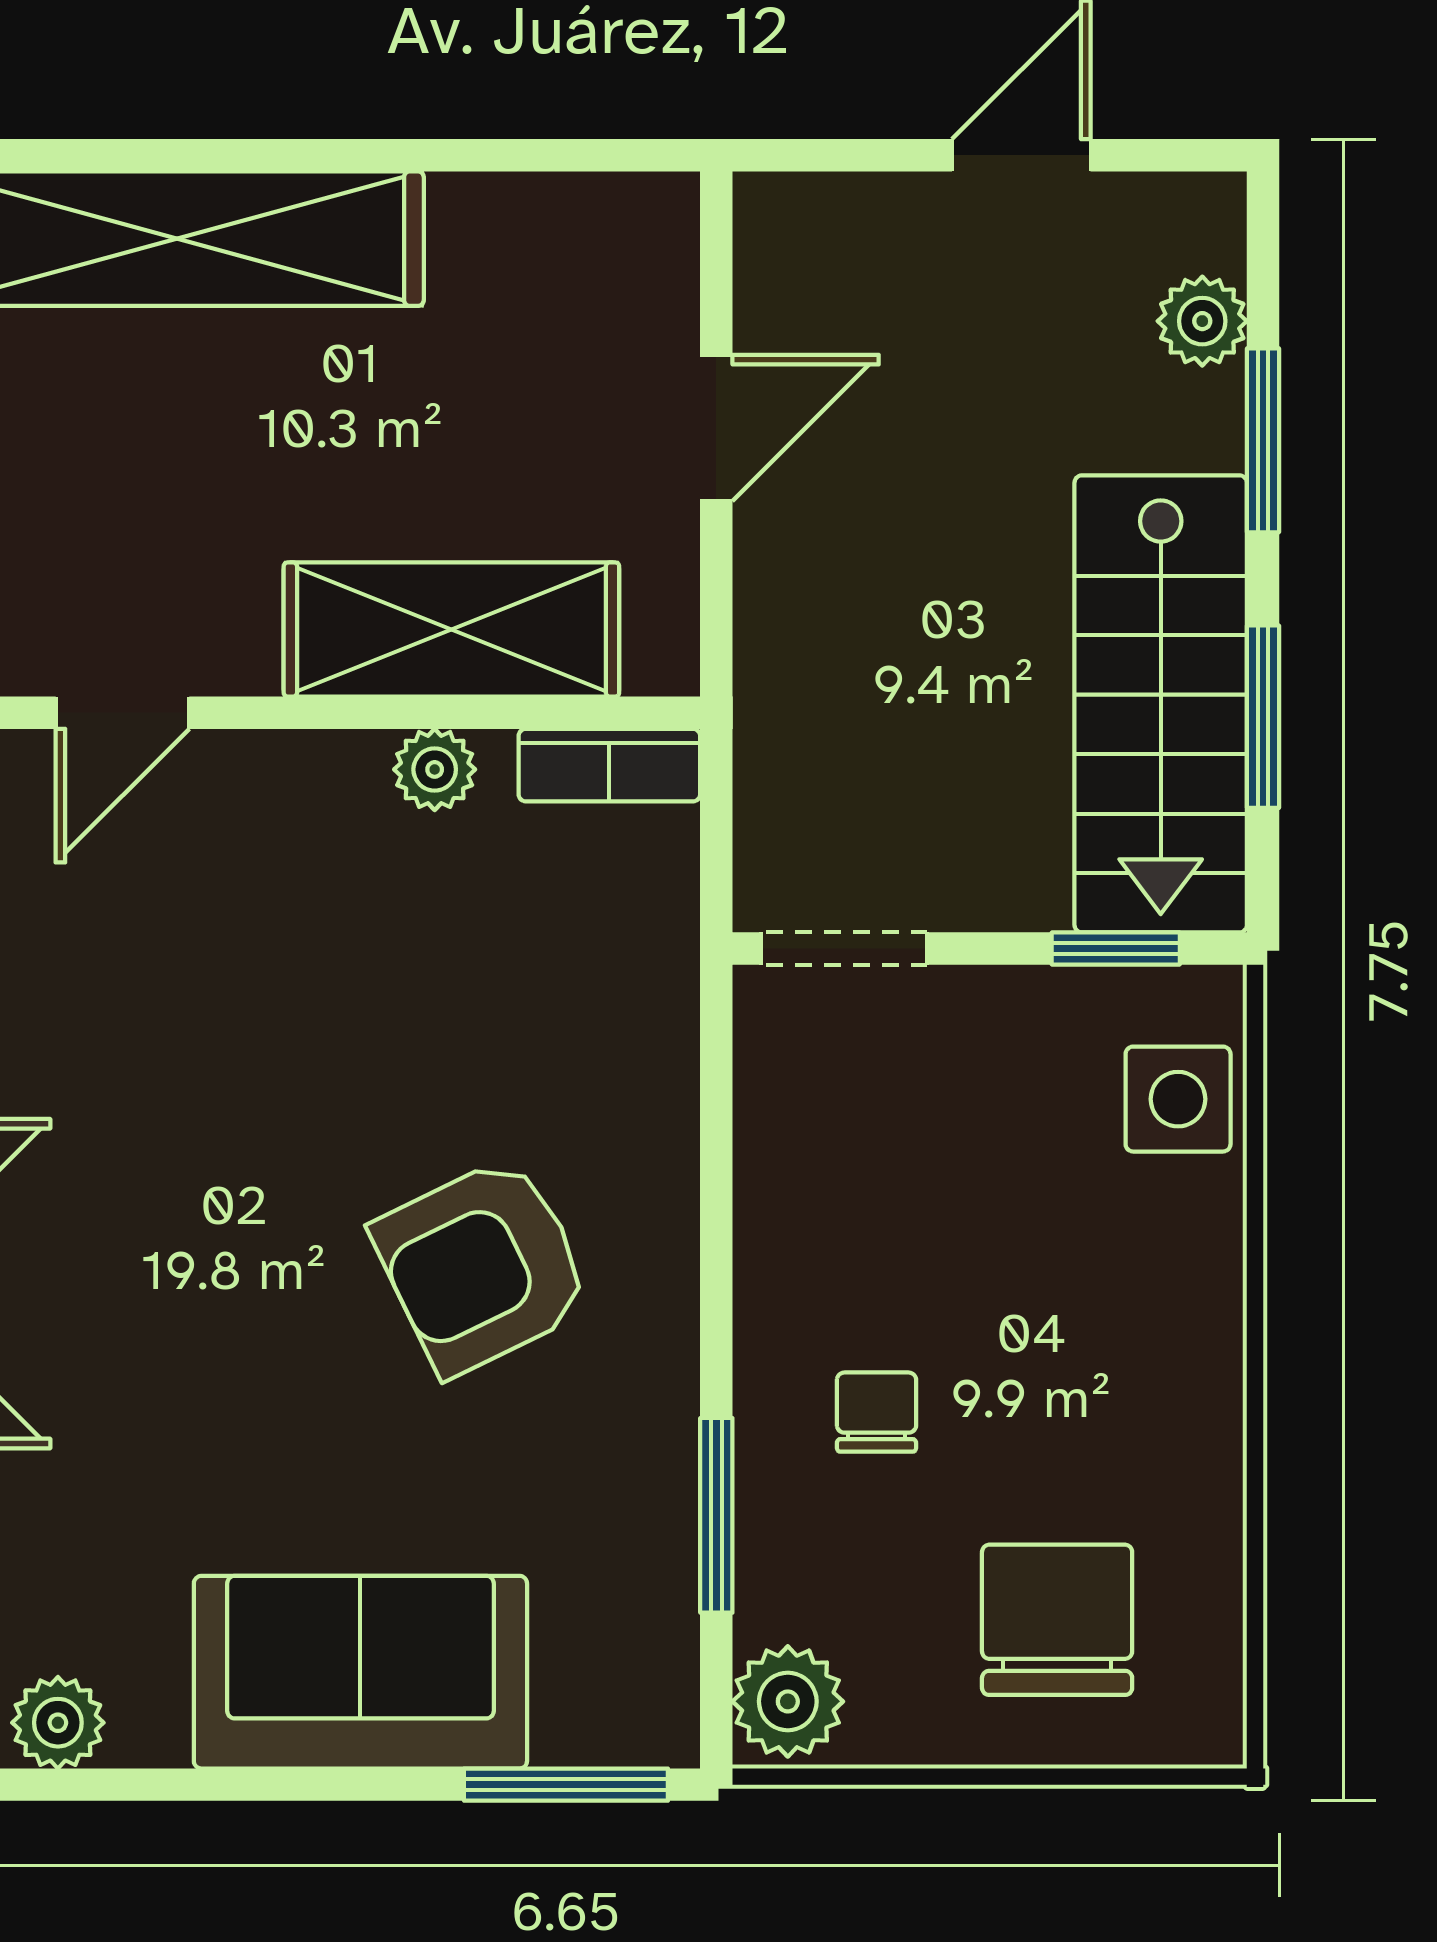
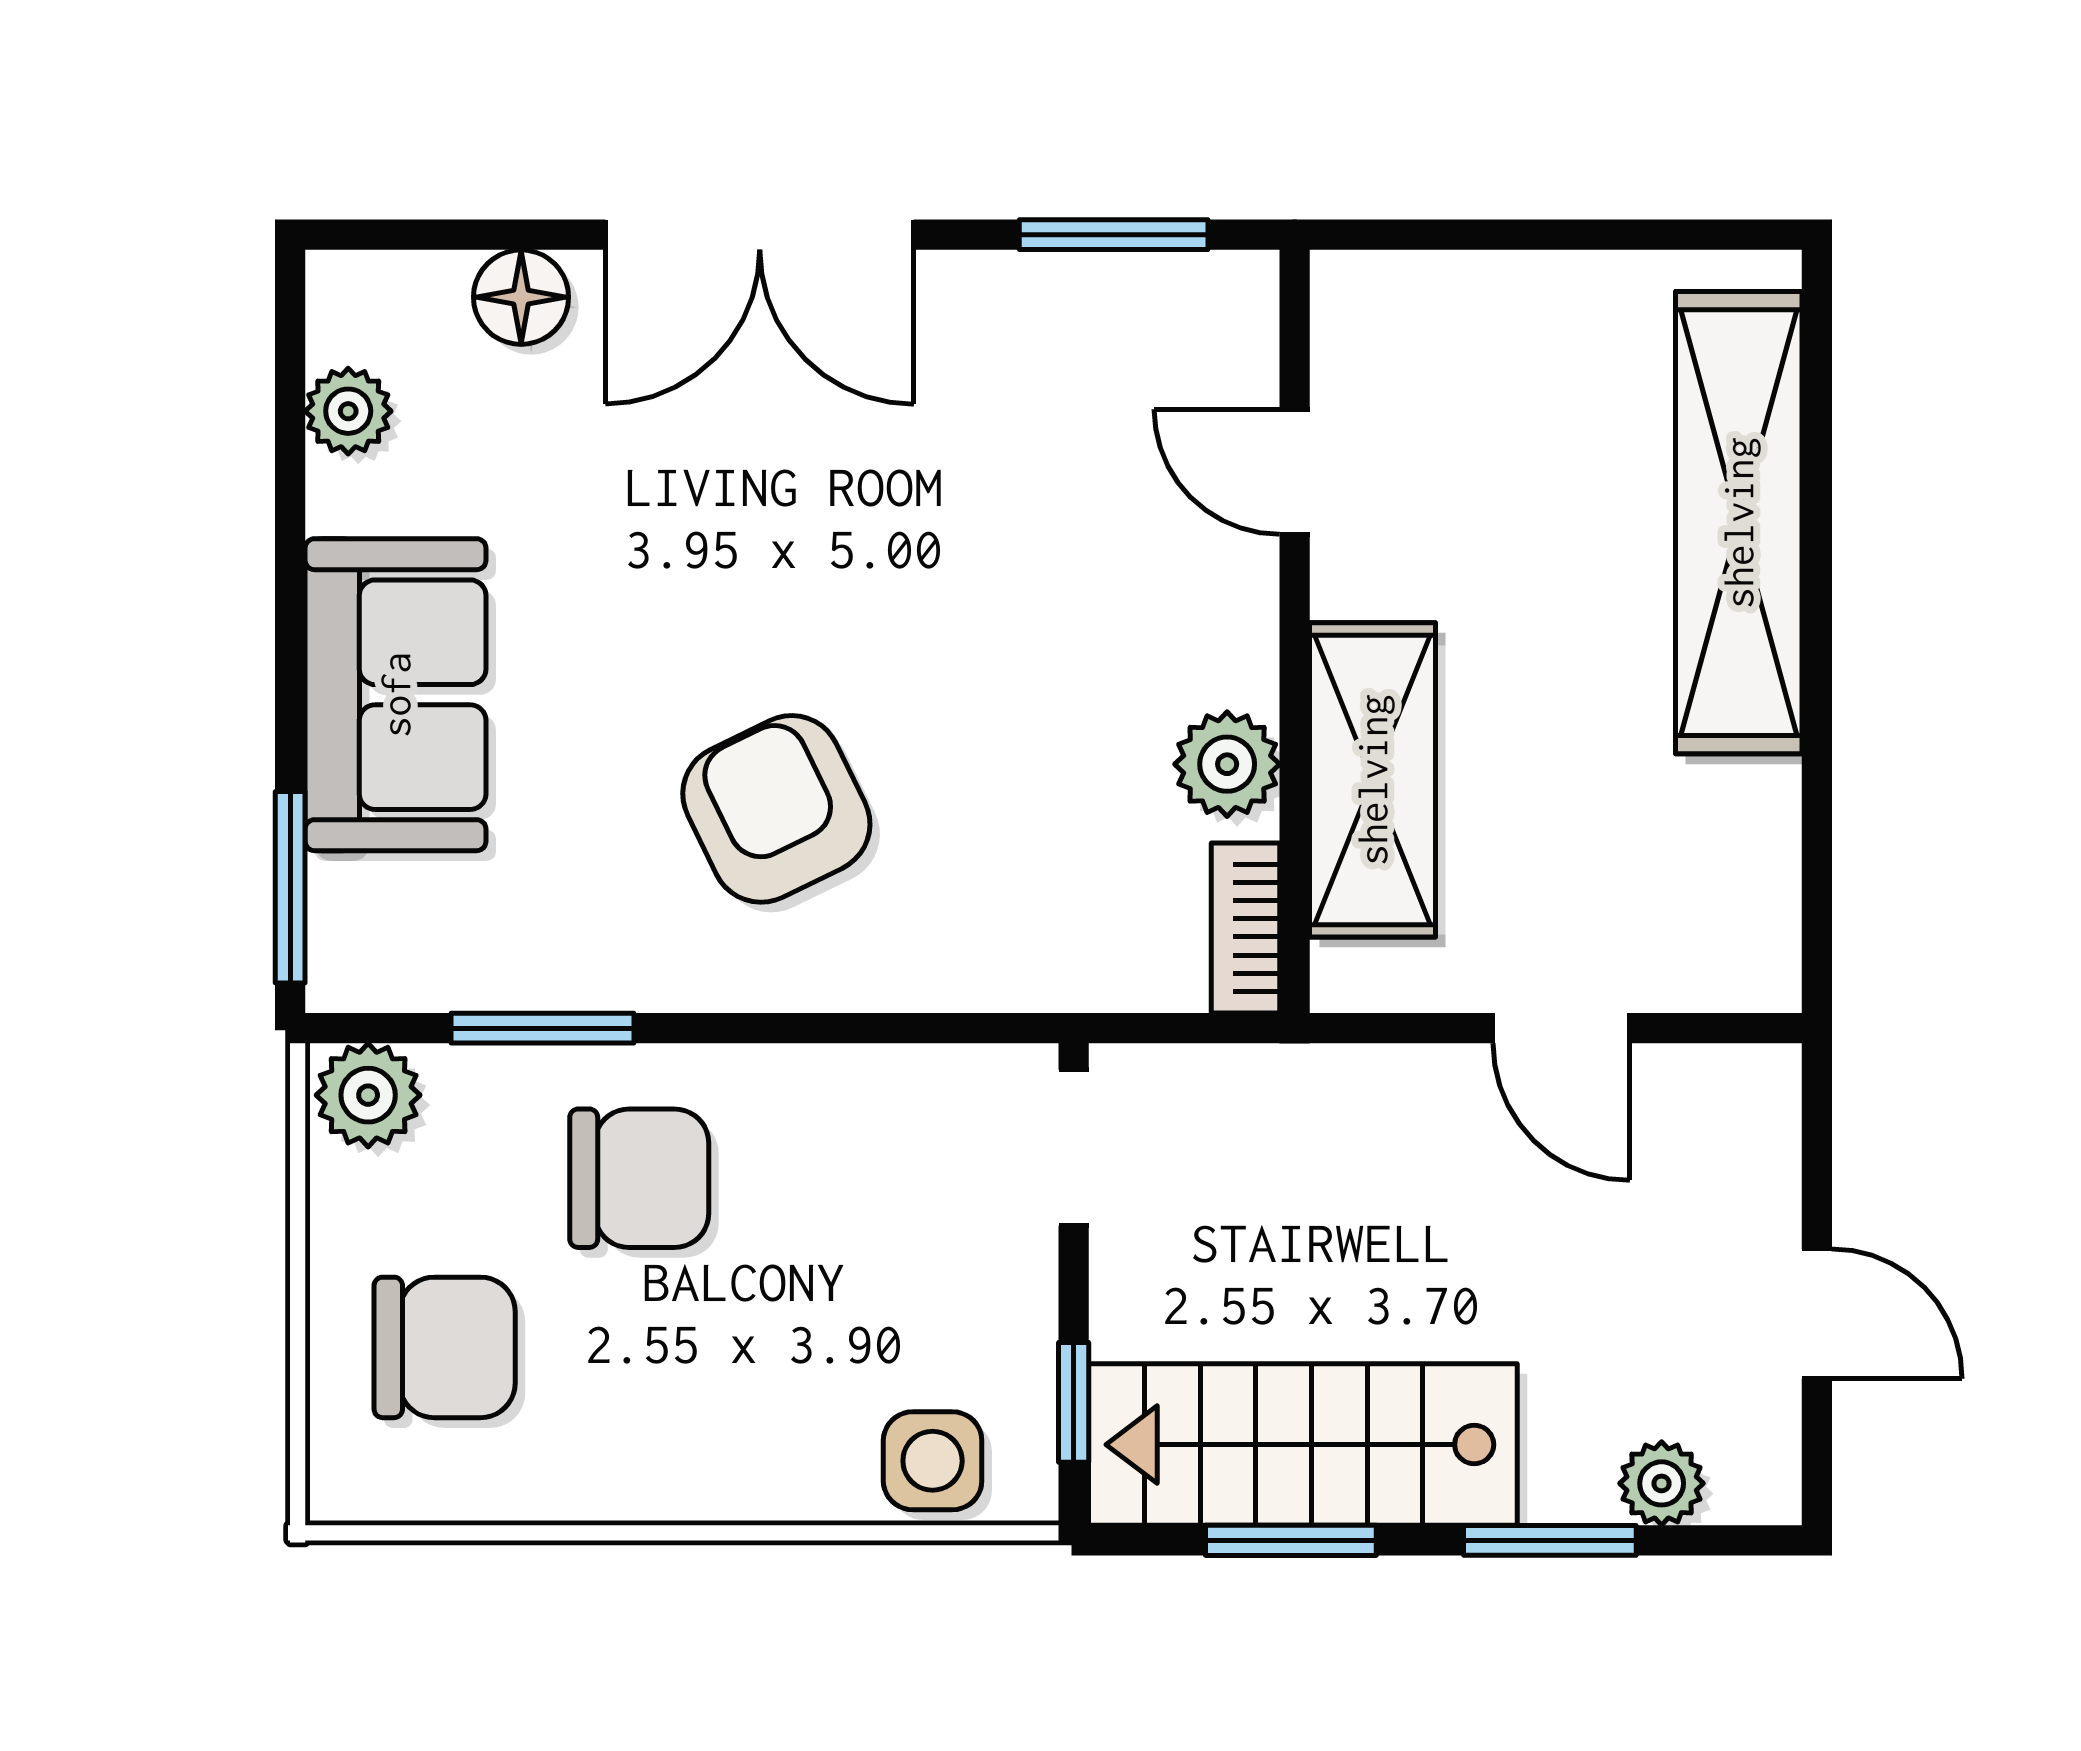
plant: (435, 769) -> (1227, 764), width x1.38, depth x1.38
chair: (877, 1412) -> (639, 1178), width x1.87, depth x1.87

